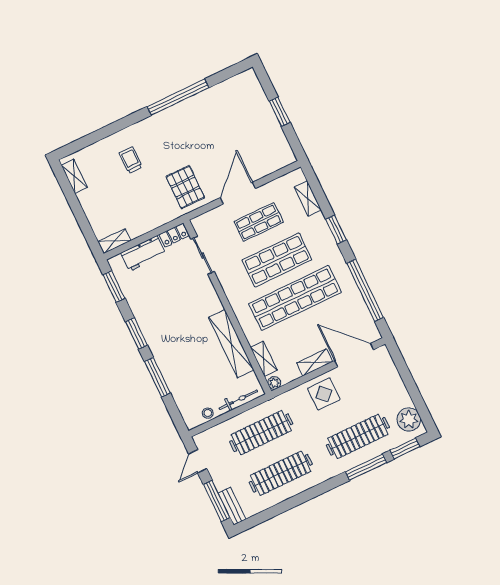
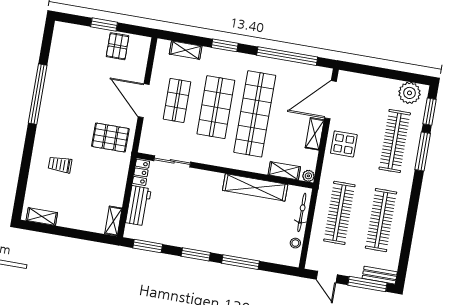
pallet: (269, 137) -> (118, 46), added

